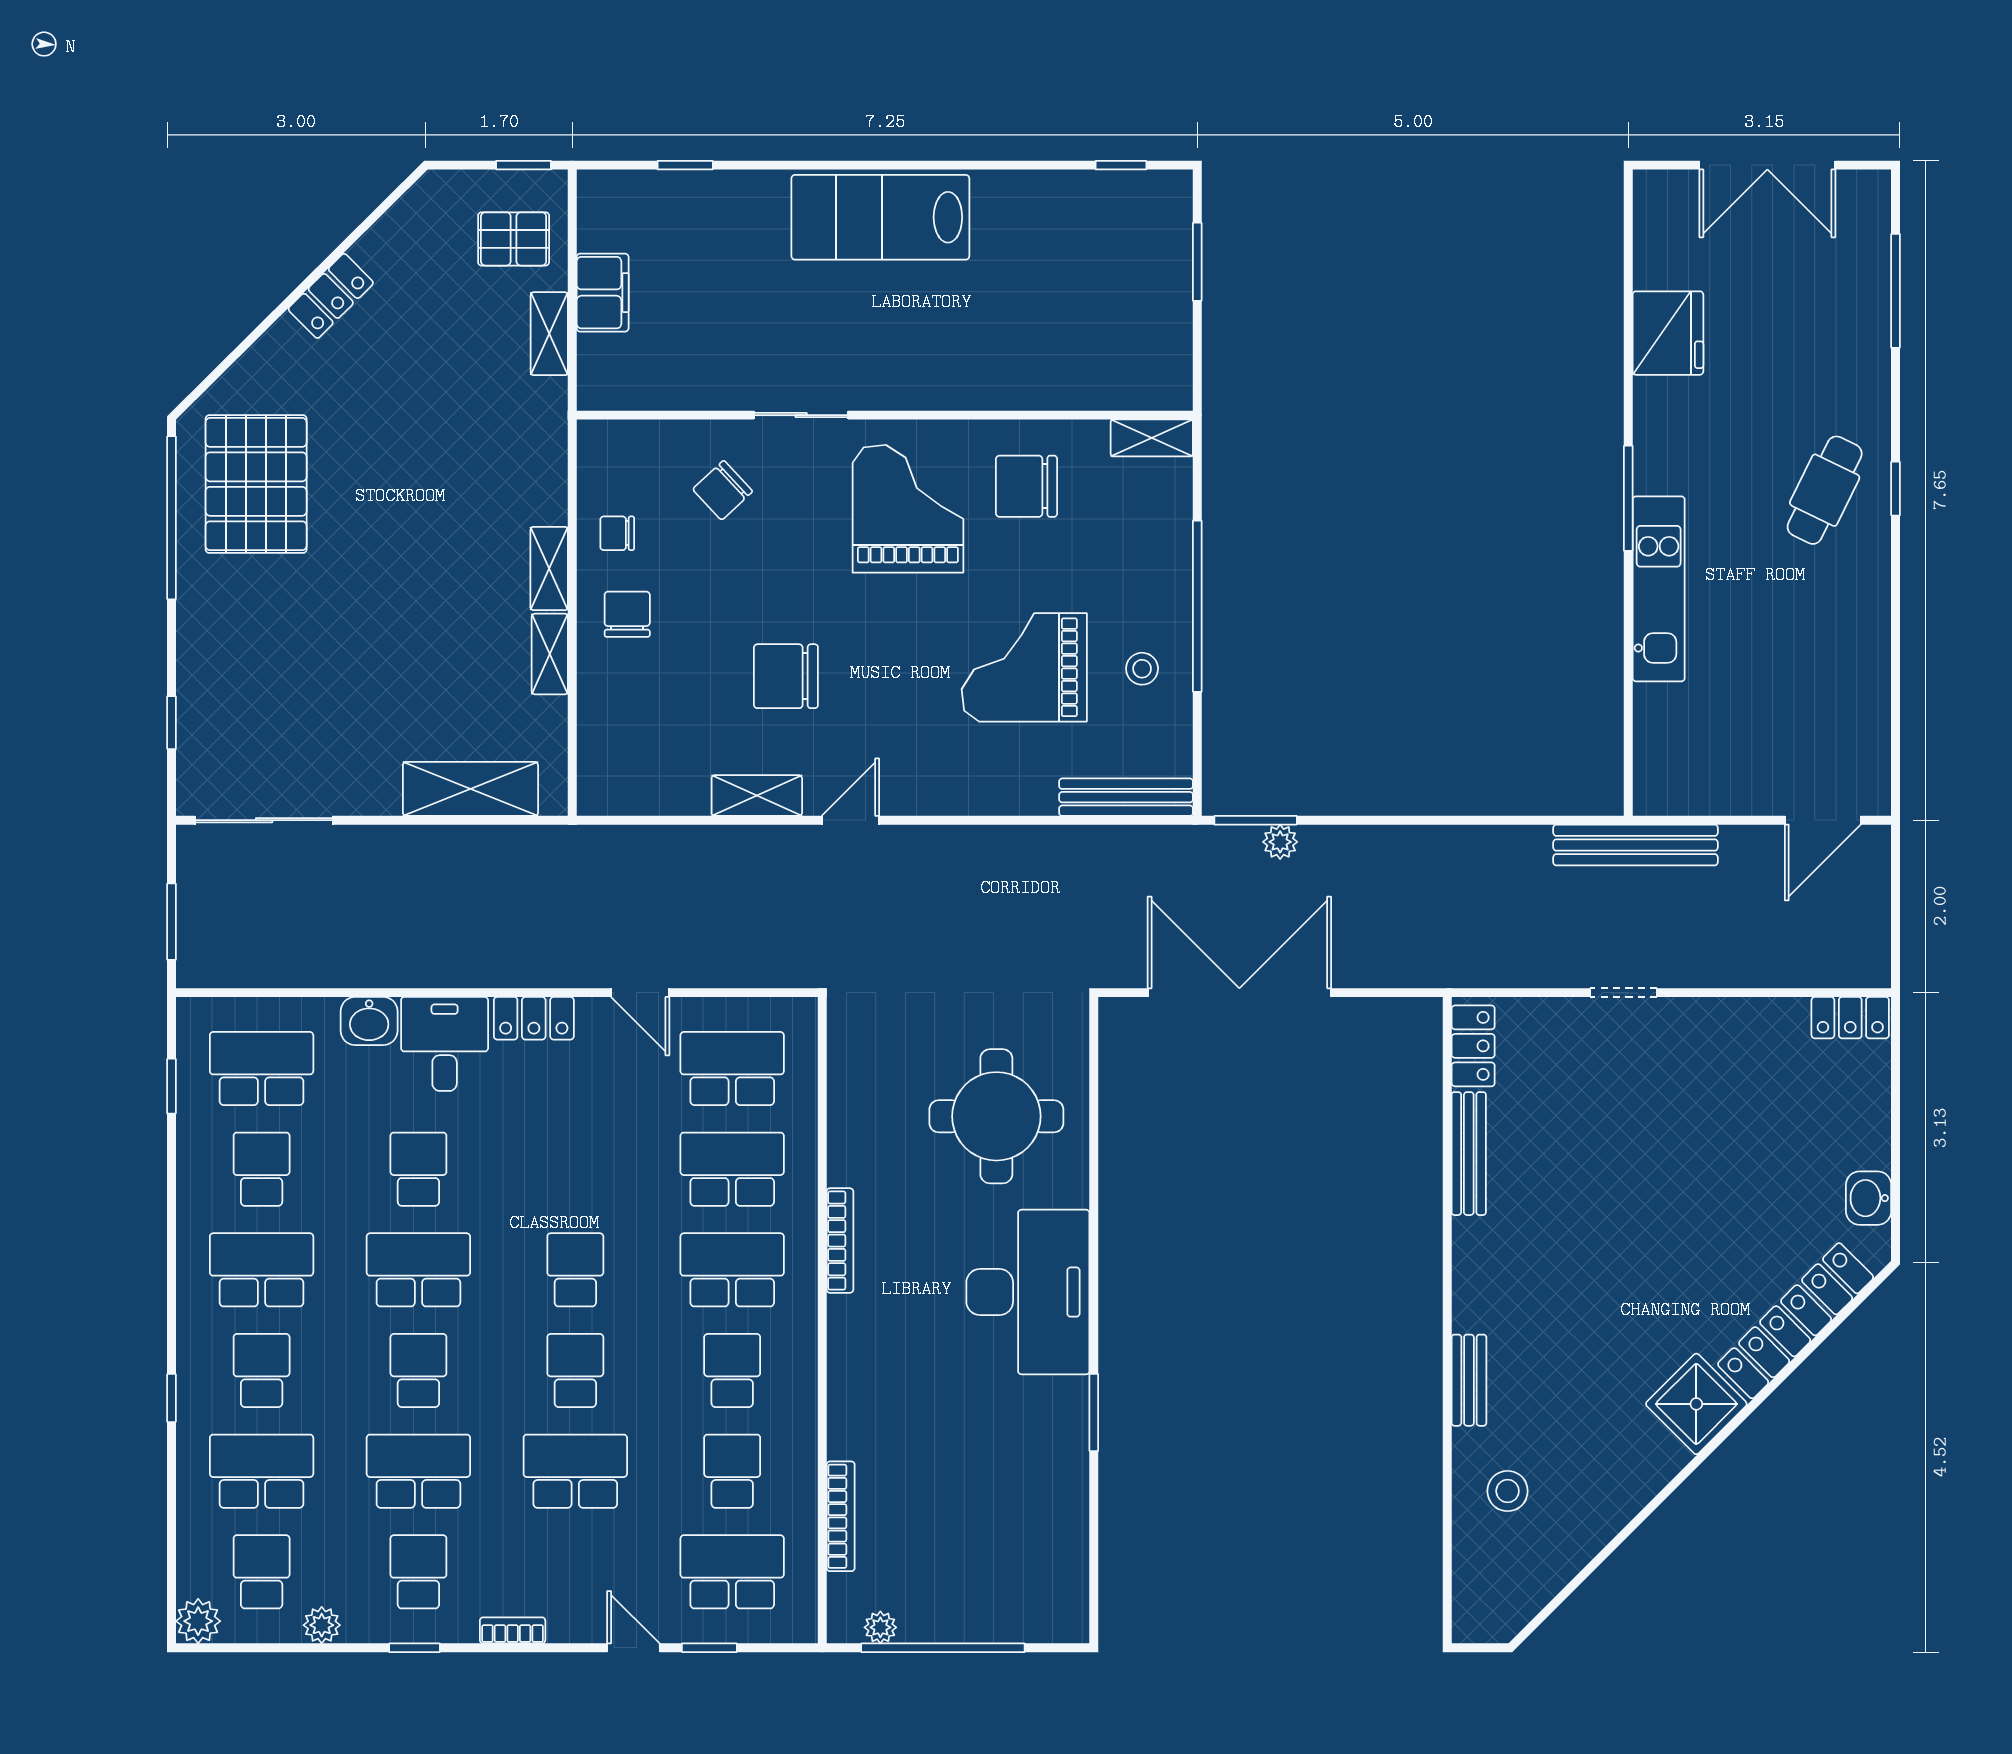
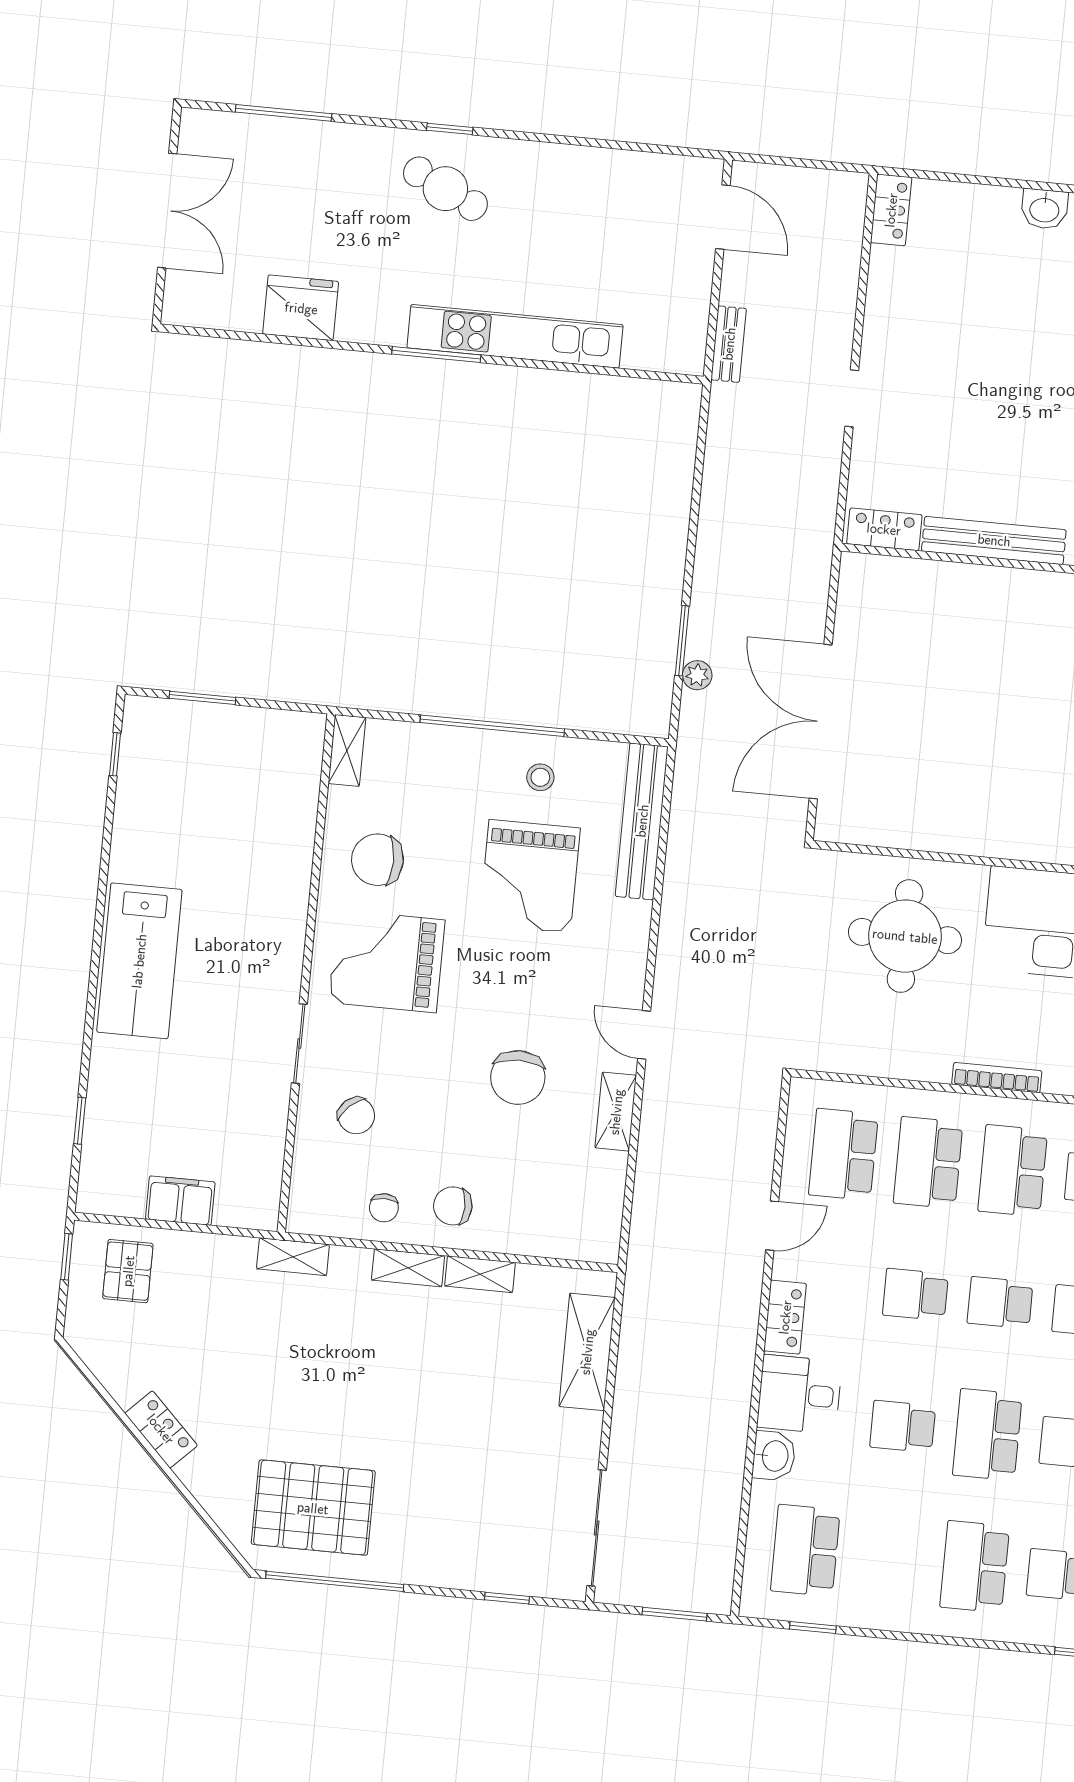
shelving: (549, 334) -> (293, 1257), moved
chair: (1026, 486) -> (377, 860), turned 90
kitchen unit: (1659, 589) -> (515, 336), width x1.36
bench: (1126, 797) -> (642, 821), width x1.37, depth x1.21
window: (1256, 820) -> (682, 641), moved
bench: (1636, 845) -> (729, 344), width x0.54, depth x0.82
bench: (1469, 1154) -> (994, 540), width x1.37, depth x1.21
school desk: (262, 1169) -> (915, 1295), moved

